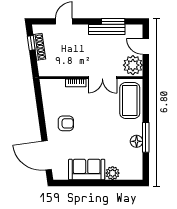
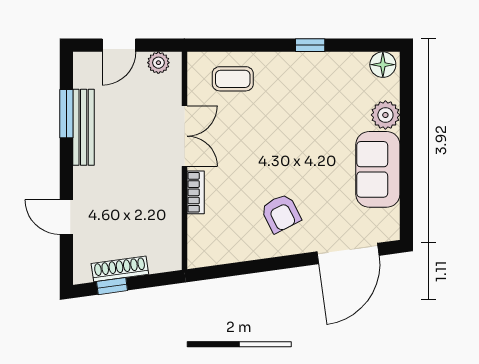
plant: (133, 65) -> (158, 63), width x0.53, depth x0.53
coffee table: (130, 101) -> (233, 79), width x0.54, depth x0.58
armchair: (66, 123) -> (281, 213), turned 153
window: (146, 137) -> (310, 45), width x0.46
floor lamp: (137, 141) -> (383, 65), moved

